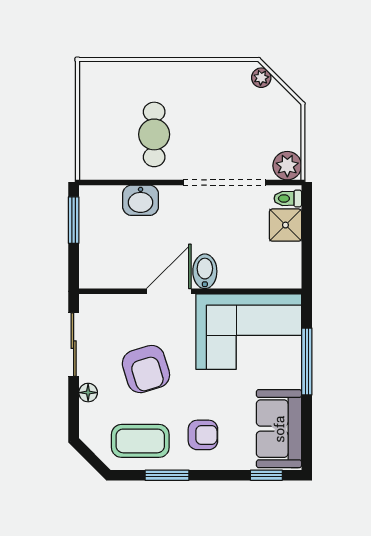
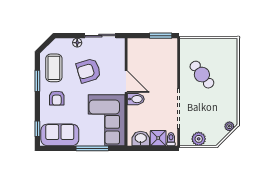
cafe table: (154, 134) -> (202, 75), turned 52
plant: (287, 166) -> (199, 139), moved
washbasin: (141, 200) -> (141, 138), moved, turned 90

